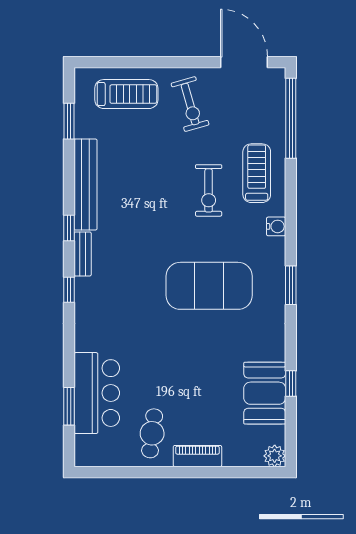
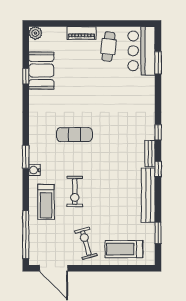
exercise bike: (209, 190) -> (75, 192), turned 180
window: (291, 285) -> (26, 157), moved
exercise mat: (209, 286) -> (74, 135), width x0.50, depth x0.69
bar counter: (97, 393) -> (142, 51), moved

